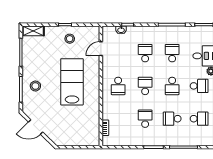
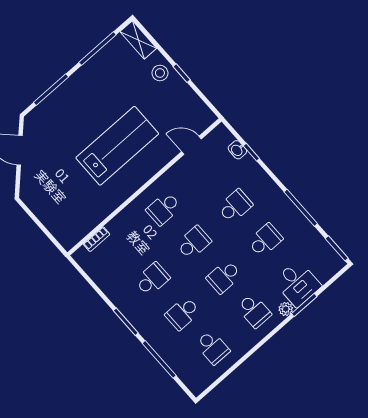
stool: (70, 39) -> (160, 73), moved
stool: (35, 86) -> (71, 104), removed
school desk: (172, 119) -> (183, 313), turned -90

